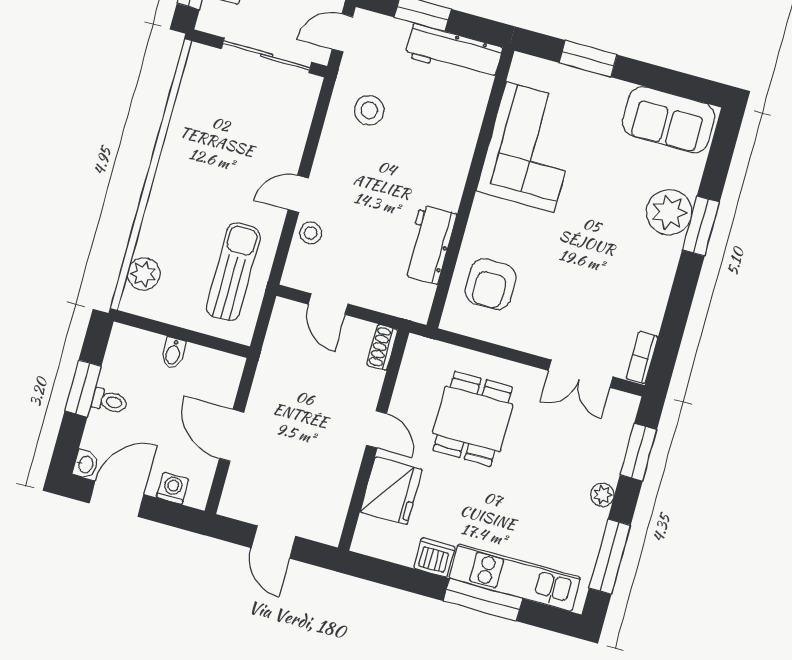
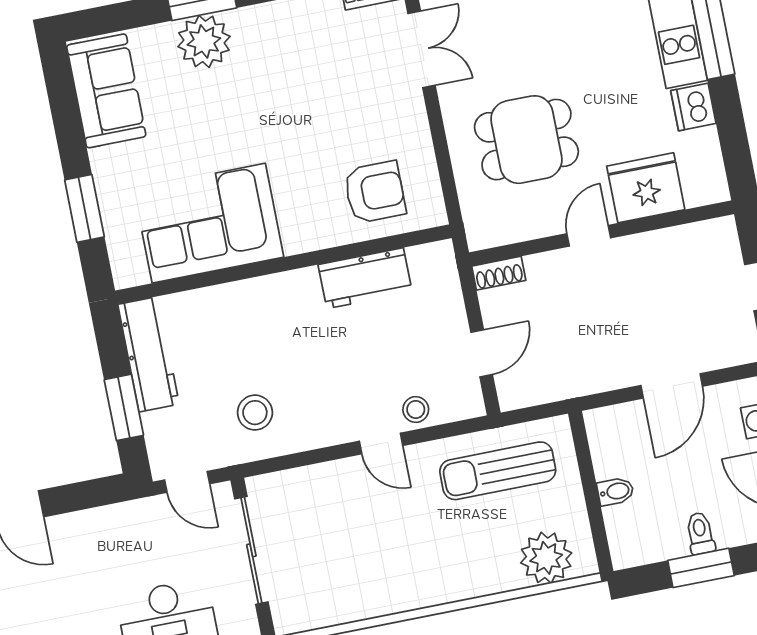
plant: (144, 274) -> (546, 558), width x1.36, depth x1.36

